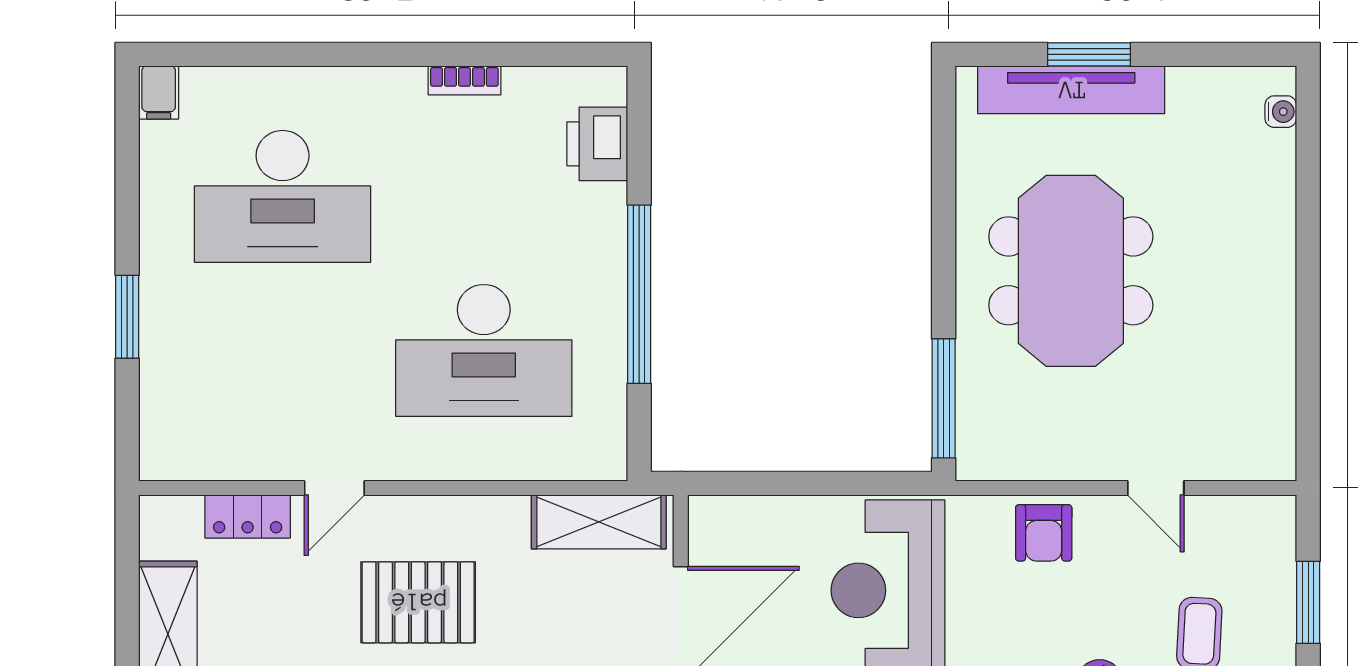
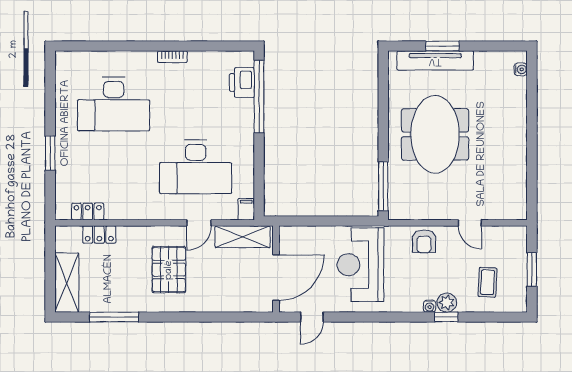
bookcase: (464, 80) -> (172, 57), moved
filing cabinet: (159, 92) -> (246, 209), moved, turned 180
window: (639, 294) -> (259, 97), moved
locker: (219, 460) -> (88, 212), added
door: (334, 488) -> (199, 223), moved
pallet: (418, 602) -> (169, 270), turned 90

